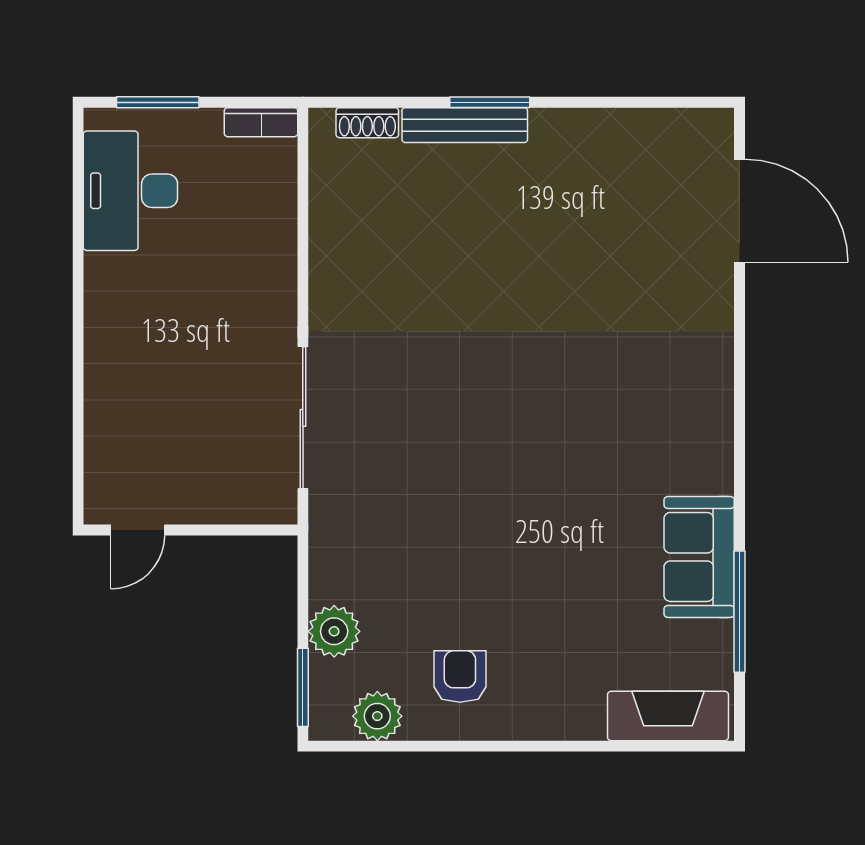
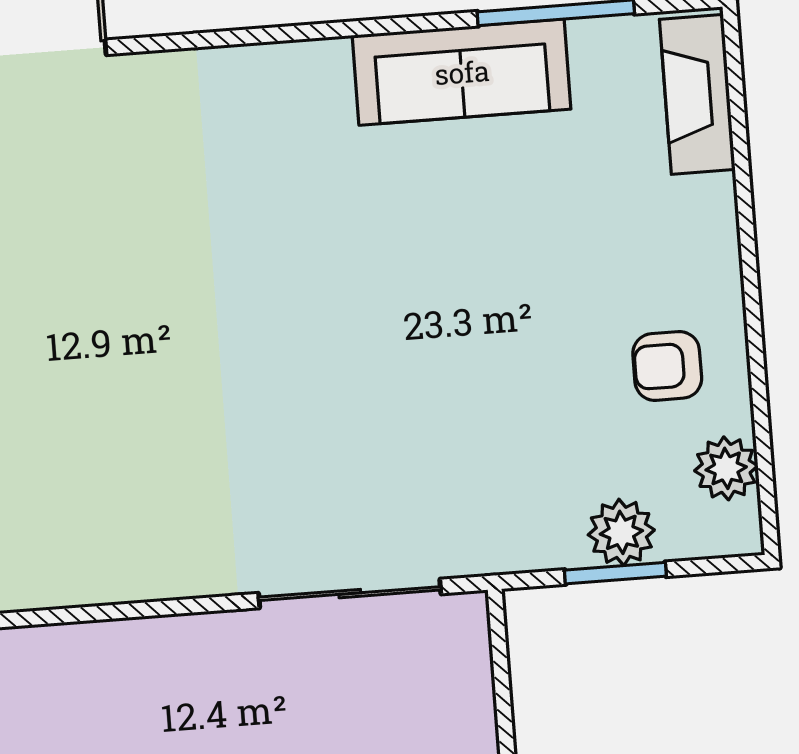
sofa: (699, 557) -> (462, 72), width x1.36
window: (303, 687) -> (615, 573), moved

